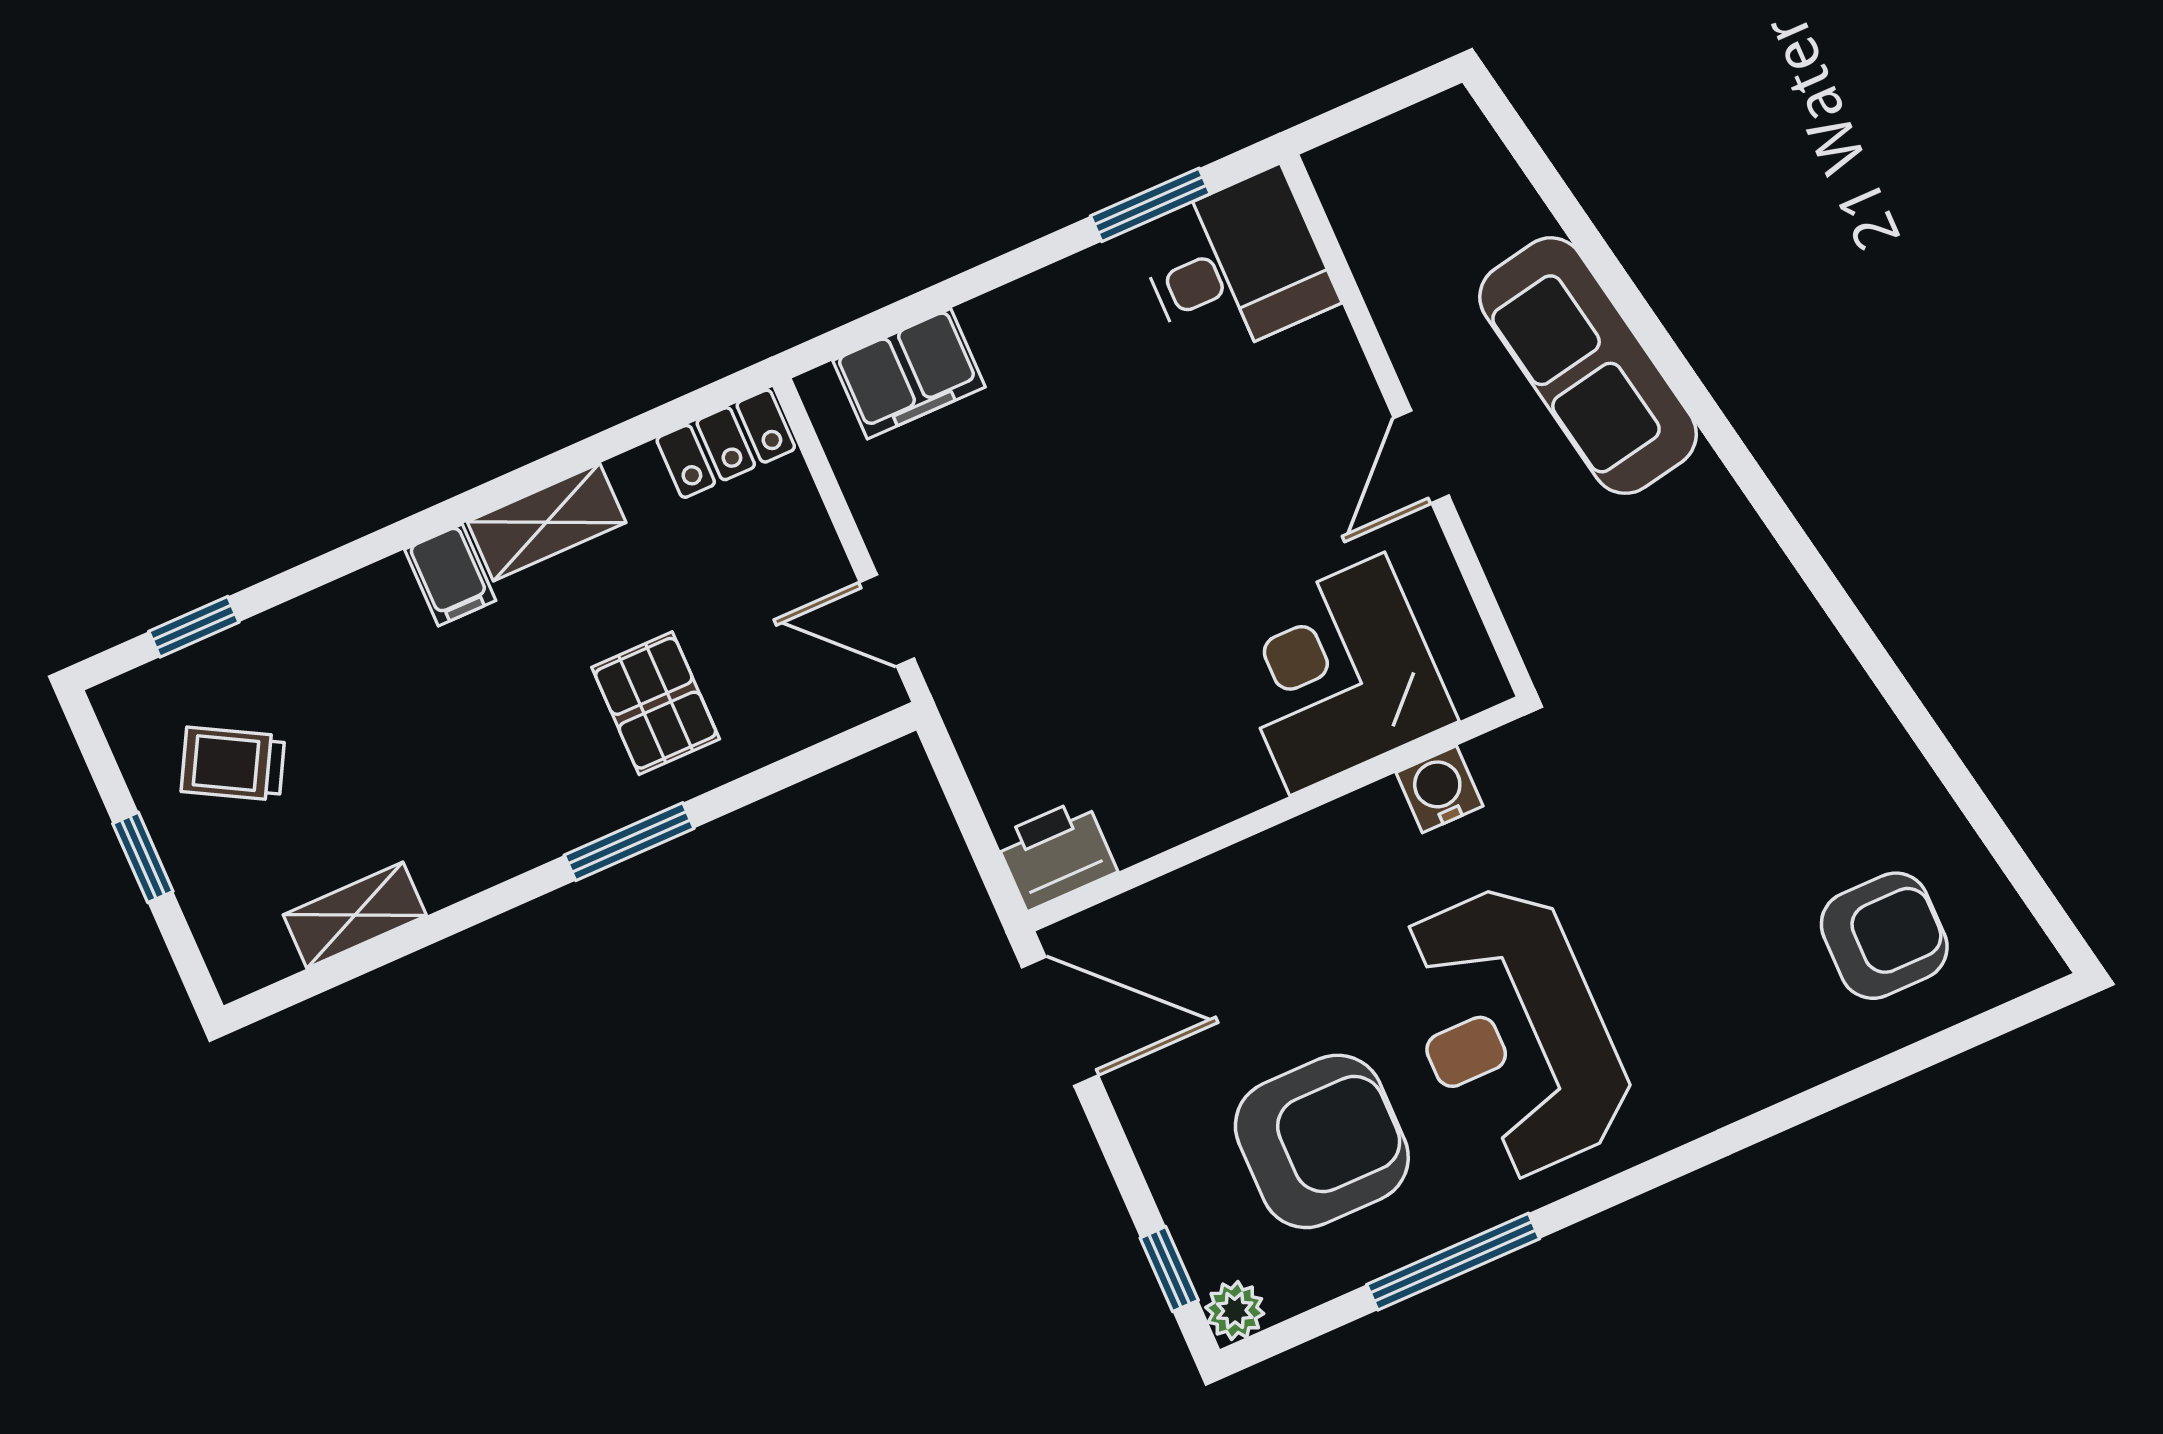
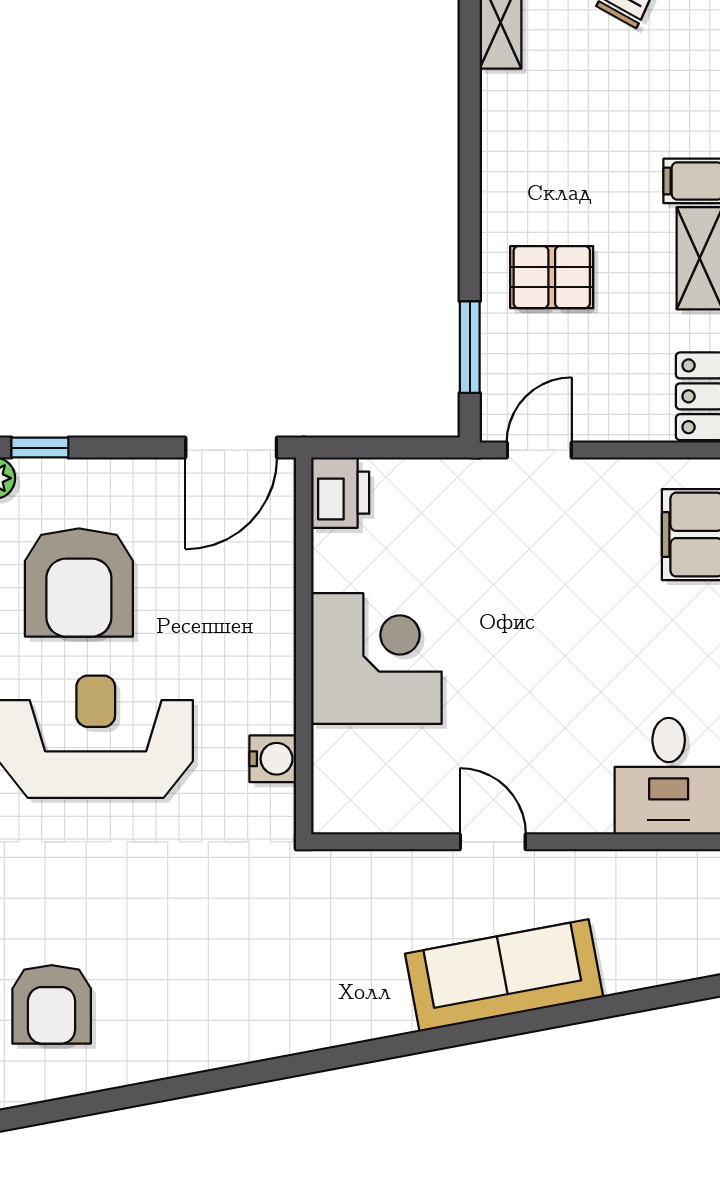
corner desk: (1337, 674) -> (376, 658), moved
window: (629, 842) -> (470, 347), moved

